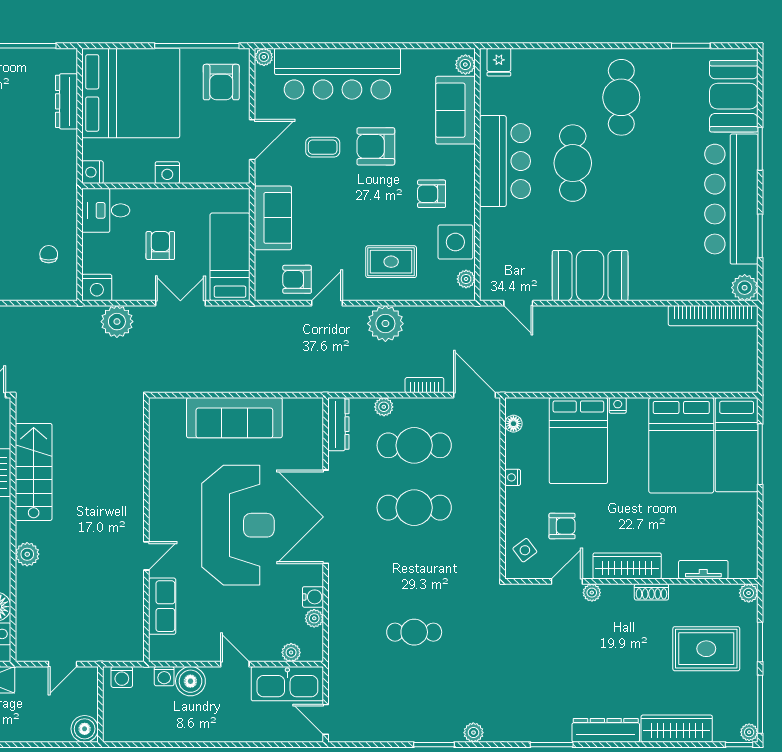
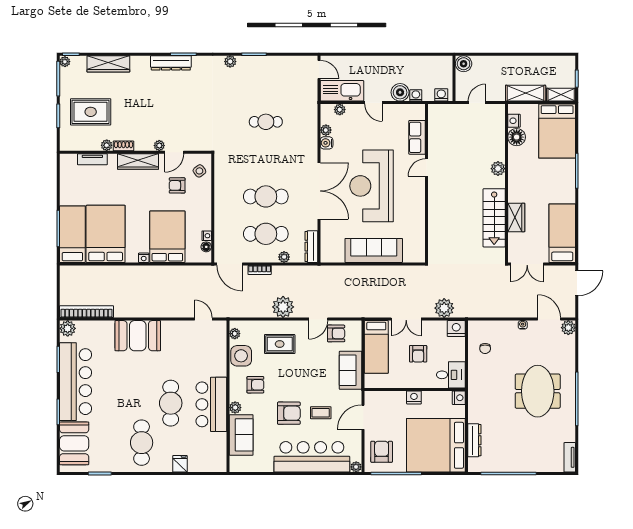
fridge: (499, 62) -> (180, 464), moved
plant: (465, 65) -> (235, 408), moved
booth: (590, 276) -> (138, 336), moved
nightstand: (513, 477) -> (207, 236), moved
plant: (749, 593) -> (107, 145), moved
dresser: (606, 730) -> (171, 63), moved

